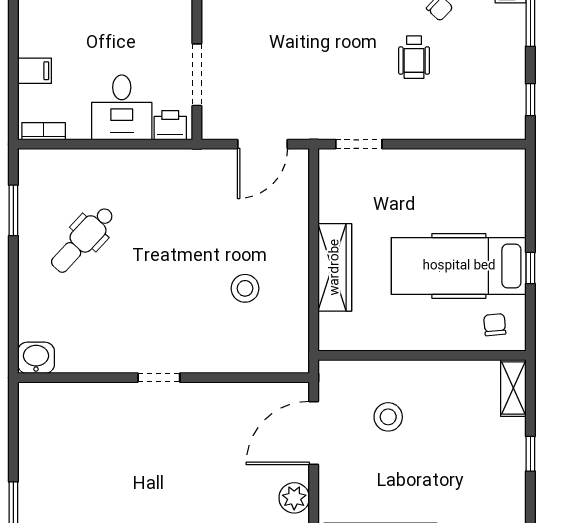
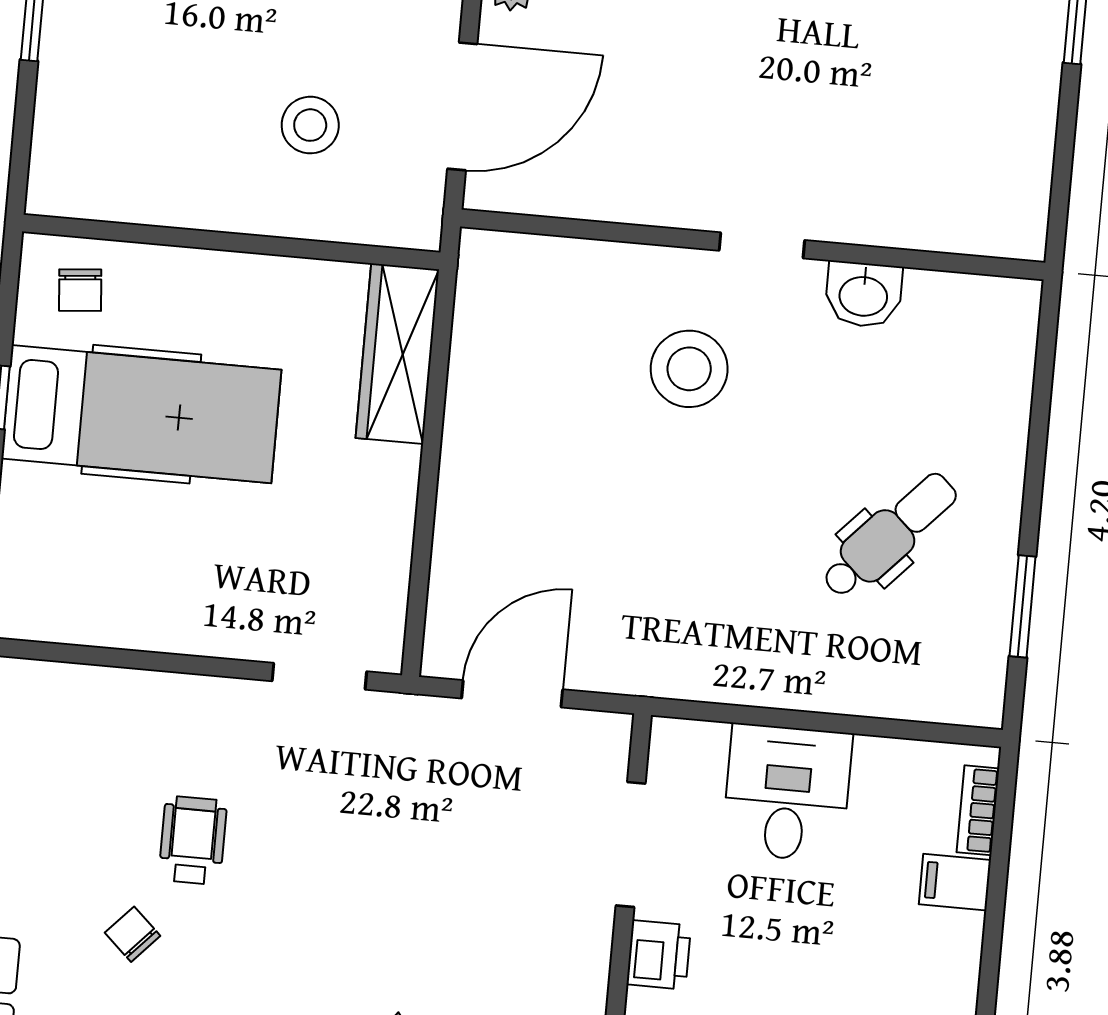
printer: (170, 125) -> (659, 955), moved, turned -90
bookcase: (44, 131) -> (978, 810), moved, turned 90
wardrobe: (335, 267) -> (397, 354), moved
stool: (245, 288) -> (689, 369), moved, width x1.38, depth x1.38
washbasin: (36, 358) -> (863, 295), moved
shelving: (513, 388) -> (54, 160), removed

